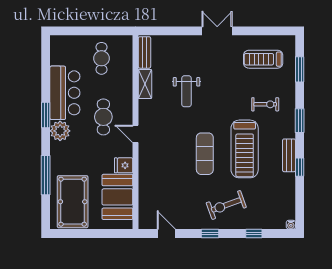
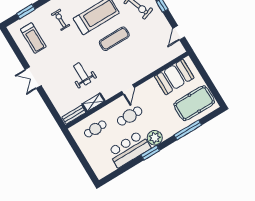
cafe table: (101, 58) -> (95, 129), moved
weight bench: (187, 91) -> (82, 74), turned -90
fridge: (124, 165) -> (152, 85), removed

